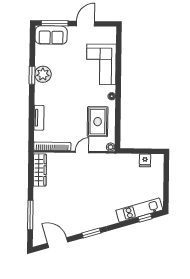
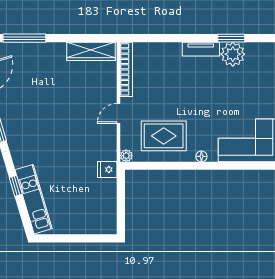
tv unit: (39, 118) -> (201, 49), moved
door: (82, 152) -> (118, 113), swing flipped
fridge: (145, 160) -> (107, 170), moved
window: (145, 218) -> (16, 186), moved

